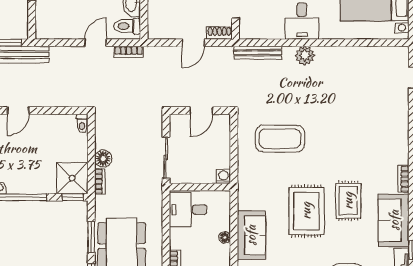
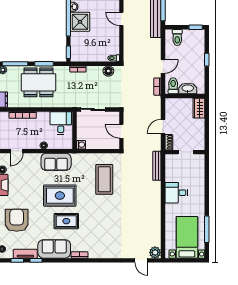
toilet: (49, 19) -> (177, 38), added
door: (96, 43) -> (163, 66), hinge flipped
door: (193, 43) -> (163, 126), hinge flipped
plant: (305, 56) -> (155, 252), moved
floor lamp: (103, 159) -> (108, 71), moved
shower: (72, 178) -> (80, 22), moved
sofa: (251, 235) -> (56, 162), moved

